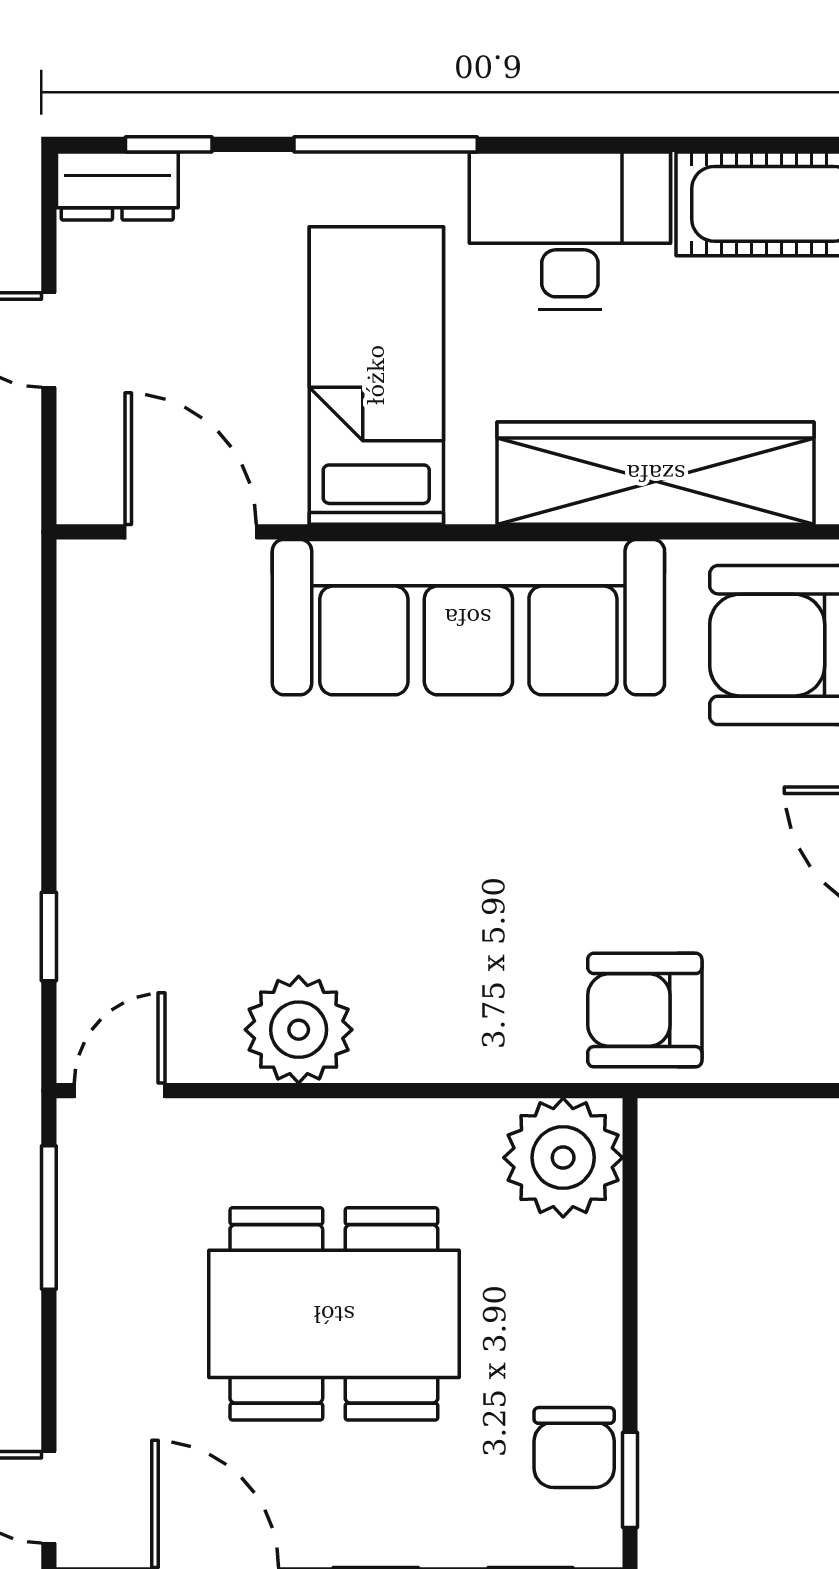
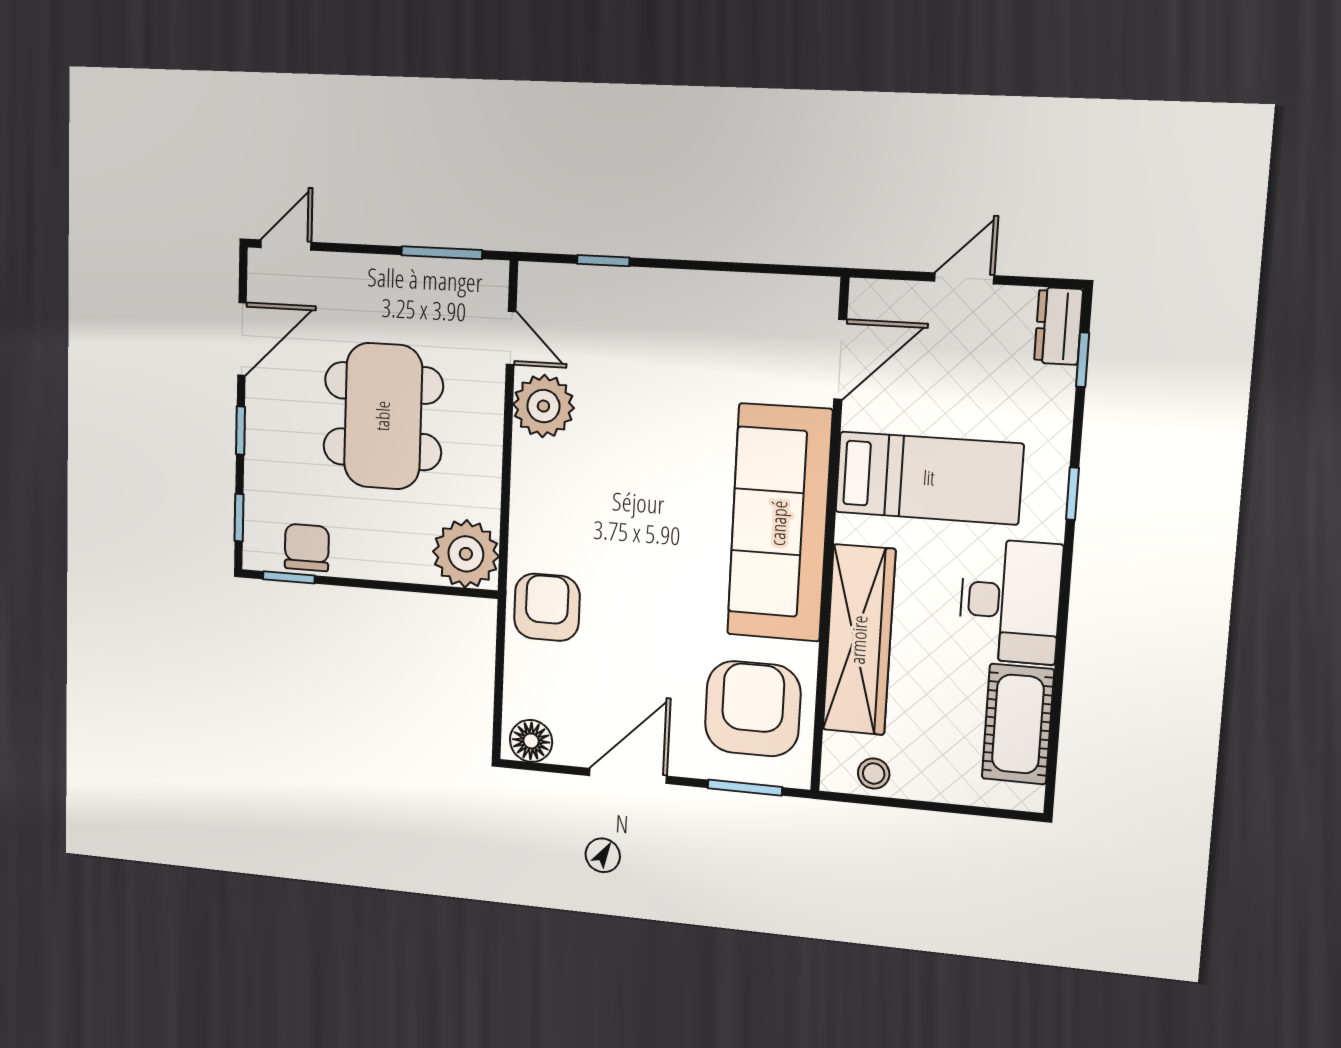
window: (386, 144) -> (1072, 494), width x0.46
door: (120, 1091) -> (511, 338), moved
chair: (574, 1448) -> (307, 547), turned 90

